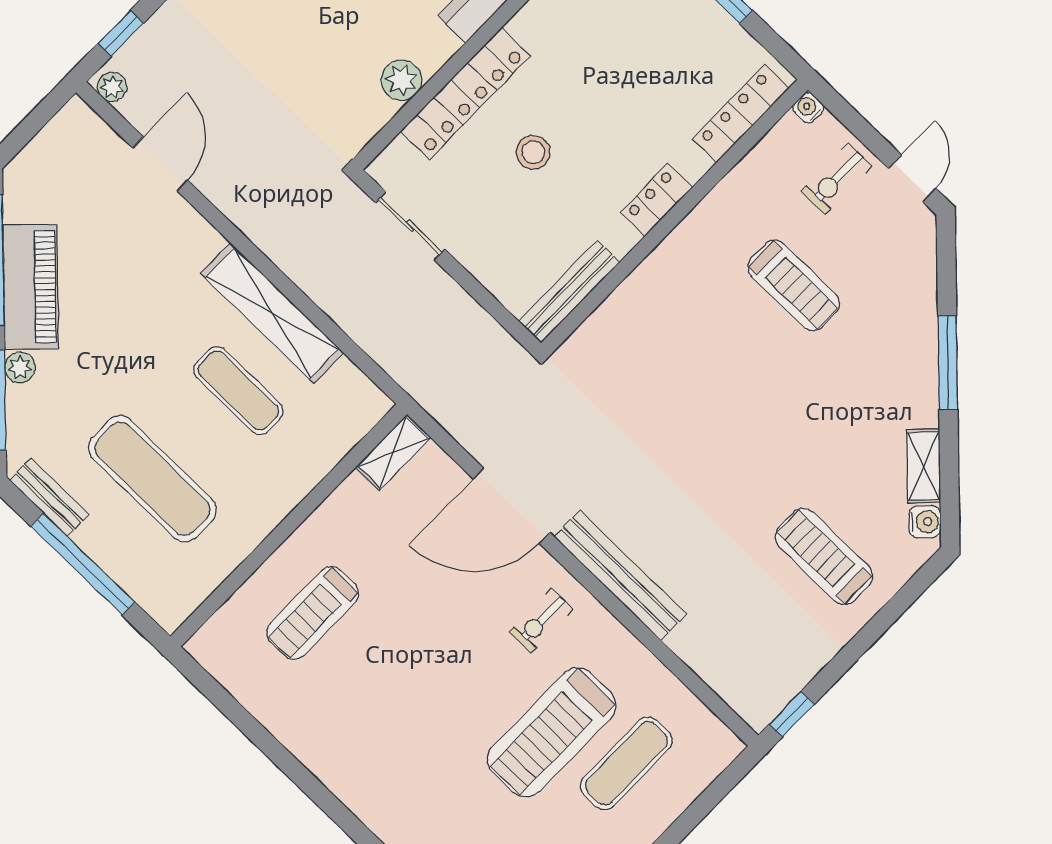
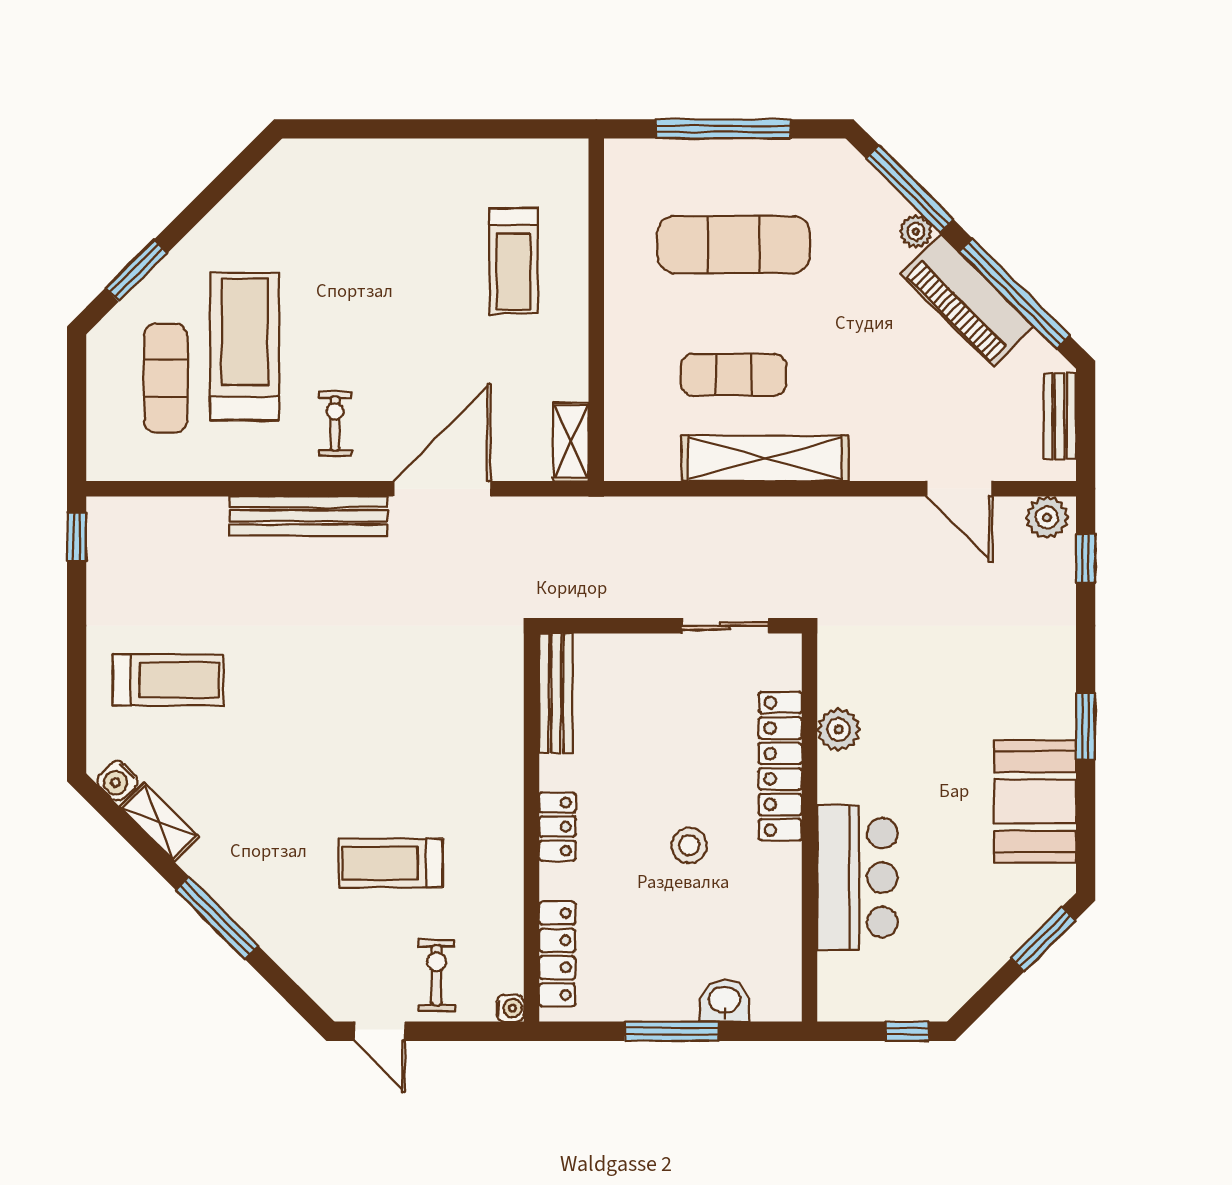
plant: (112, 87) -> (1047, 517), width x1.38, depth x1.38
stool: (533, 152) -> (689, 845), moved
bench: (49, 497) -> (1060, 416), moved, turned 90
treadmill: (313, 613) -> (514, 261), turned 180

